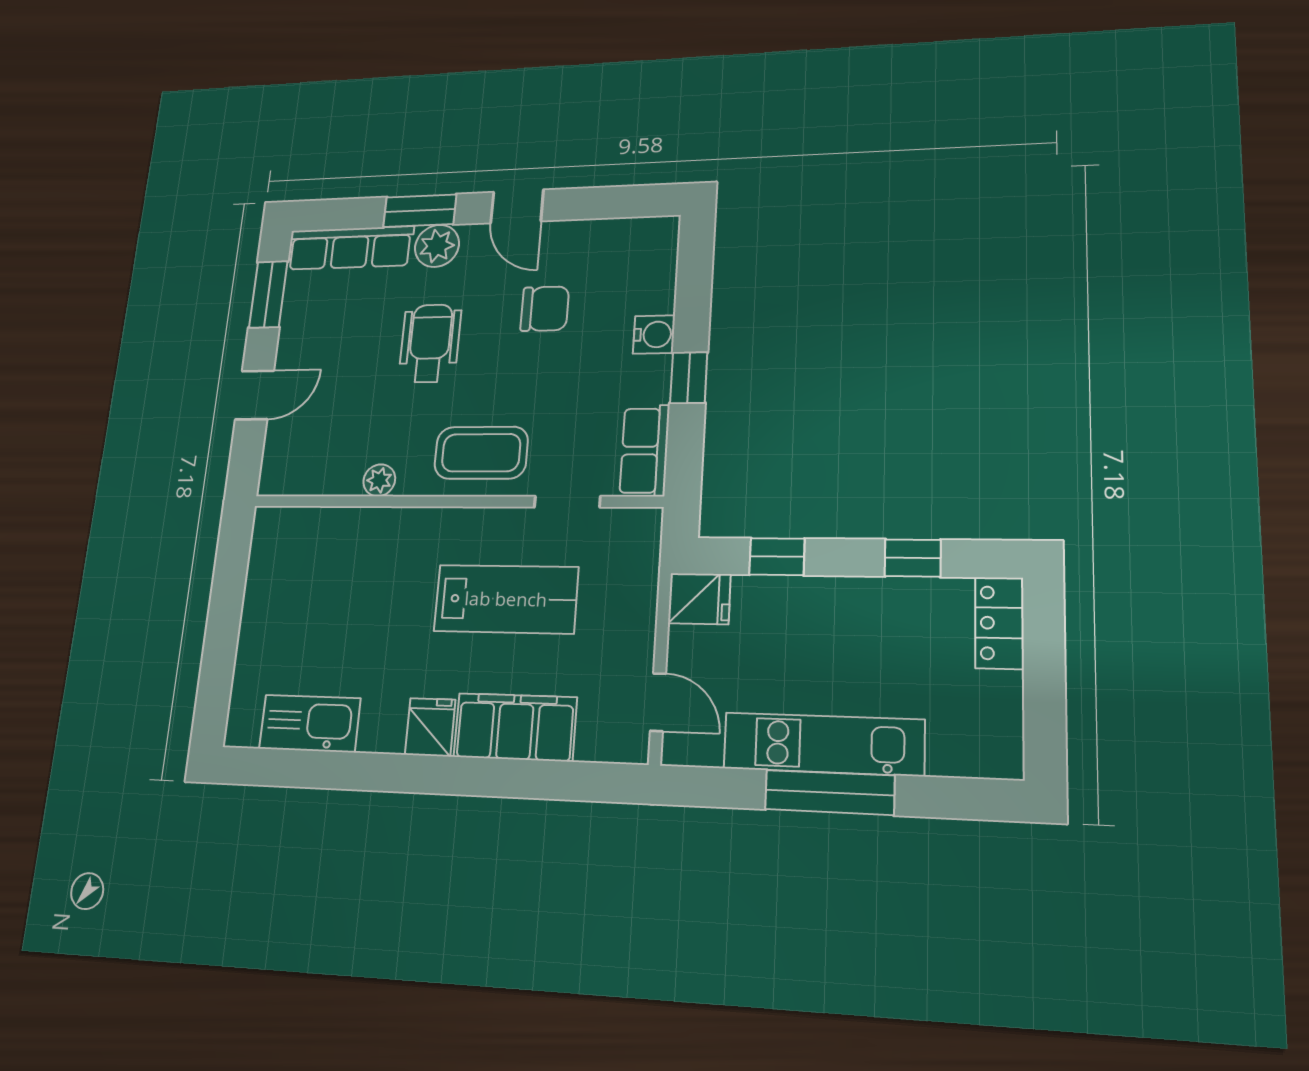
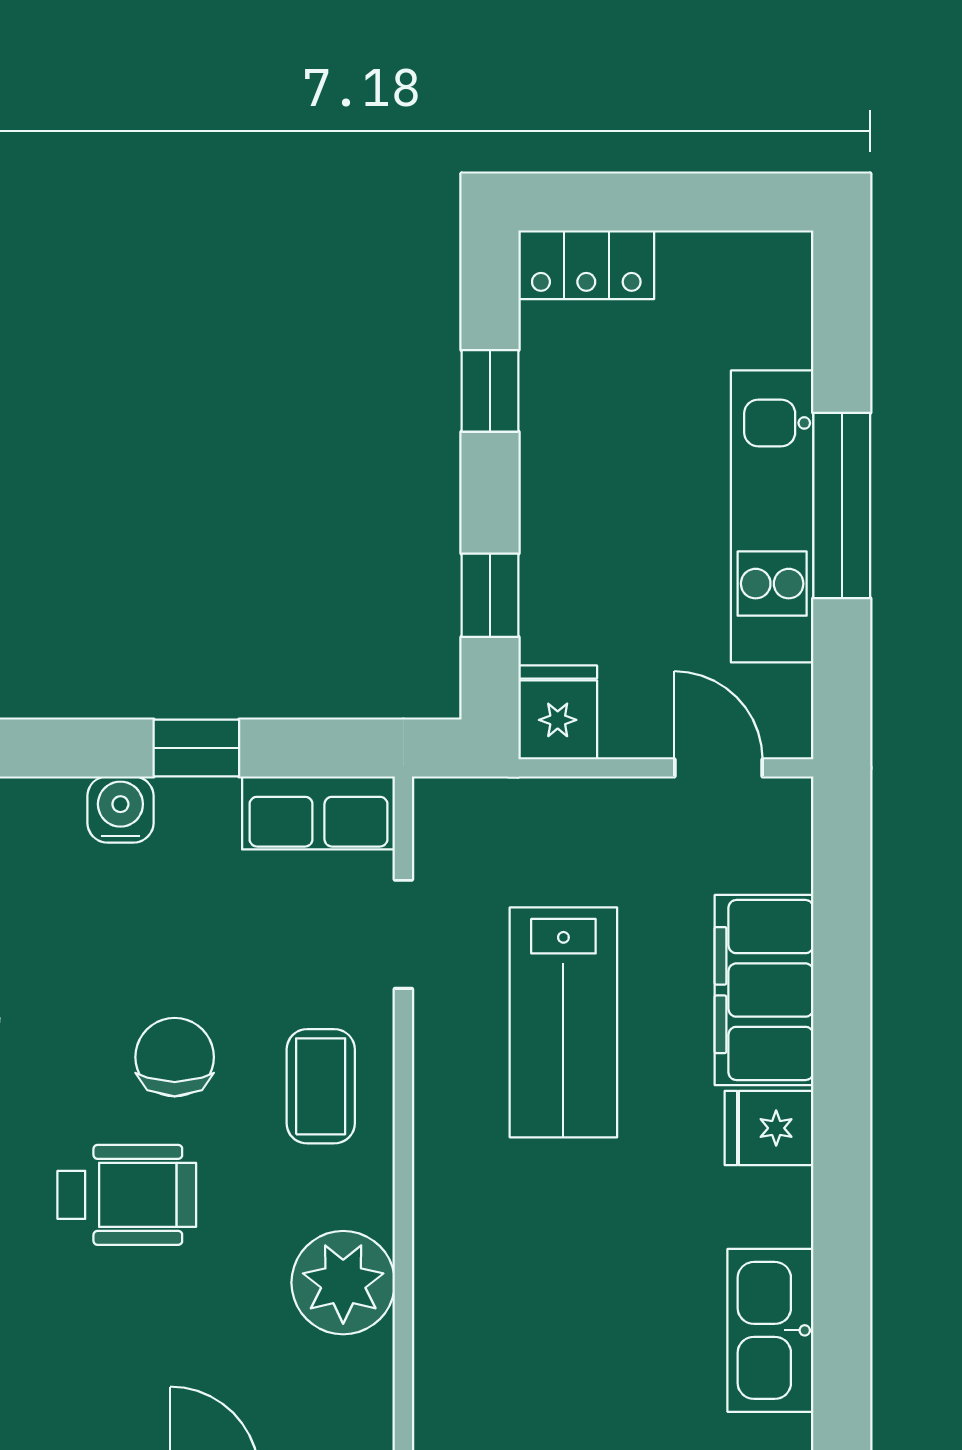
chair: (545, 309) -> (175, 1057), moved
wheelchair: (430, 343) -> (127, 1195), turned 180
coffee table: (481, 453) -> (321, 1086), width x0.73, depth x0.77
plant: (379, 480) -> (343, 1283), width x1.87, depth x1.87
lab bench: (506, 599) -> (563, 1022), turned 180
door: (658, 702) -> (718, 768), hinge flipped

